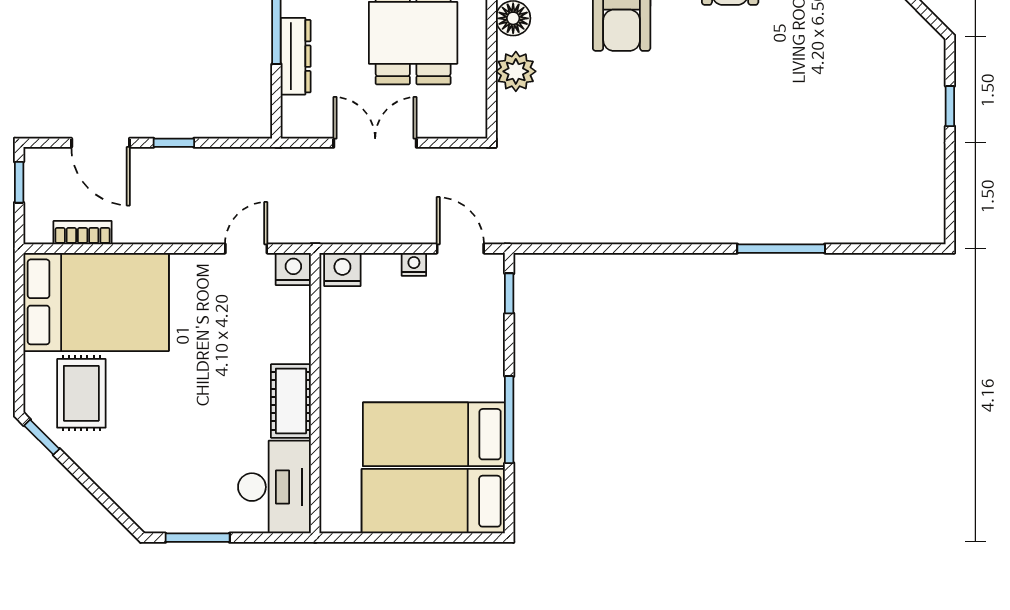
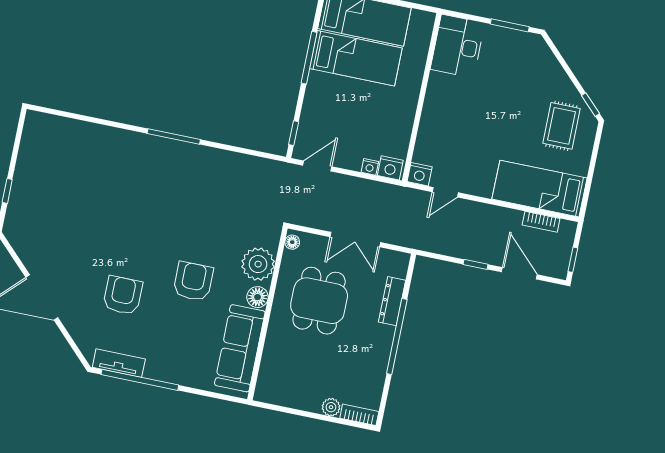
plant: (516, 71) -> (258, 264), width x1.36, depth x1.36
floor lamp: (475, 118) -> (292, 242), added
door: (460, 249) -> (317, 166), swing flipped
window: (781, 249) -> (174, 136), moved
nightstand: (414, 264) -> (370, 167), moved
bed: (96, 302) -> (540, 189), width x0.67
cot: (291, 401) -> (437, 96), removed

